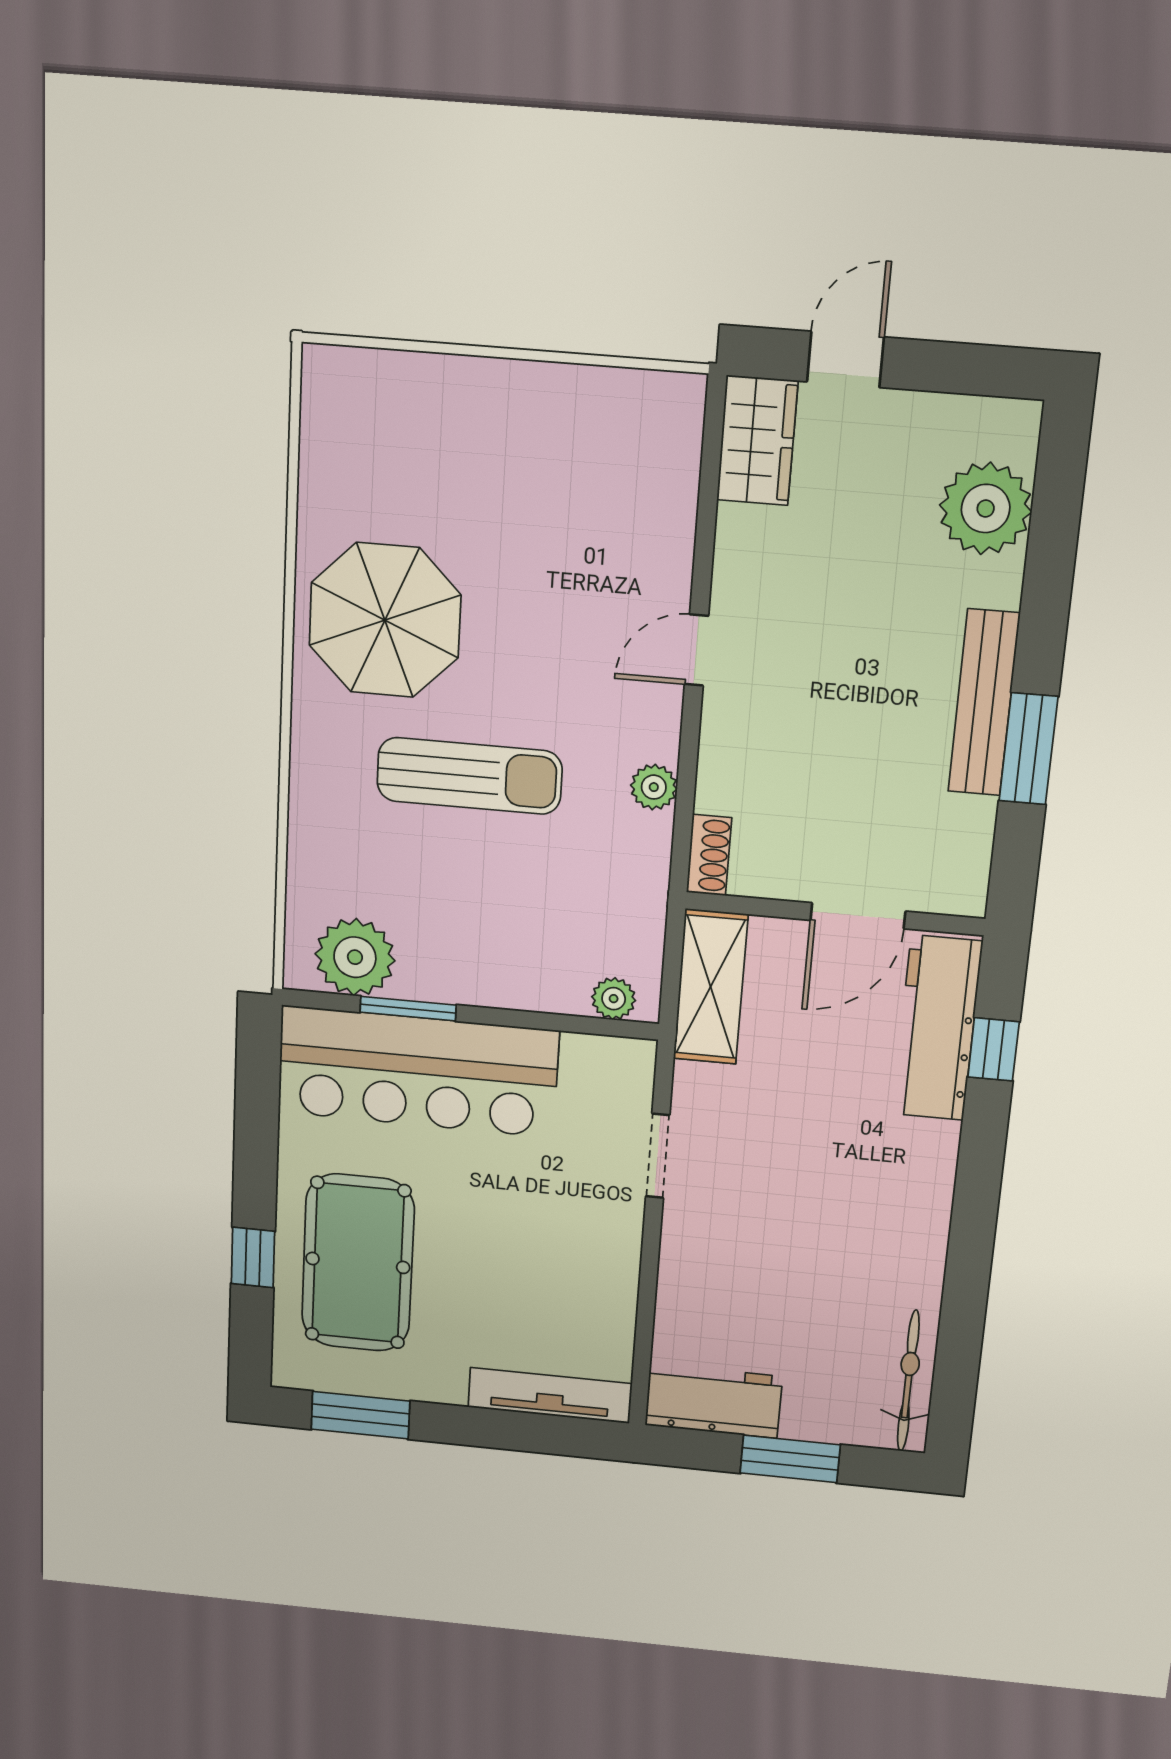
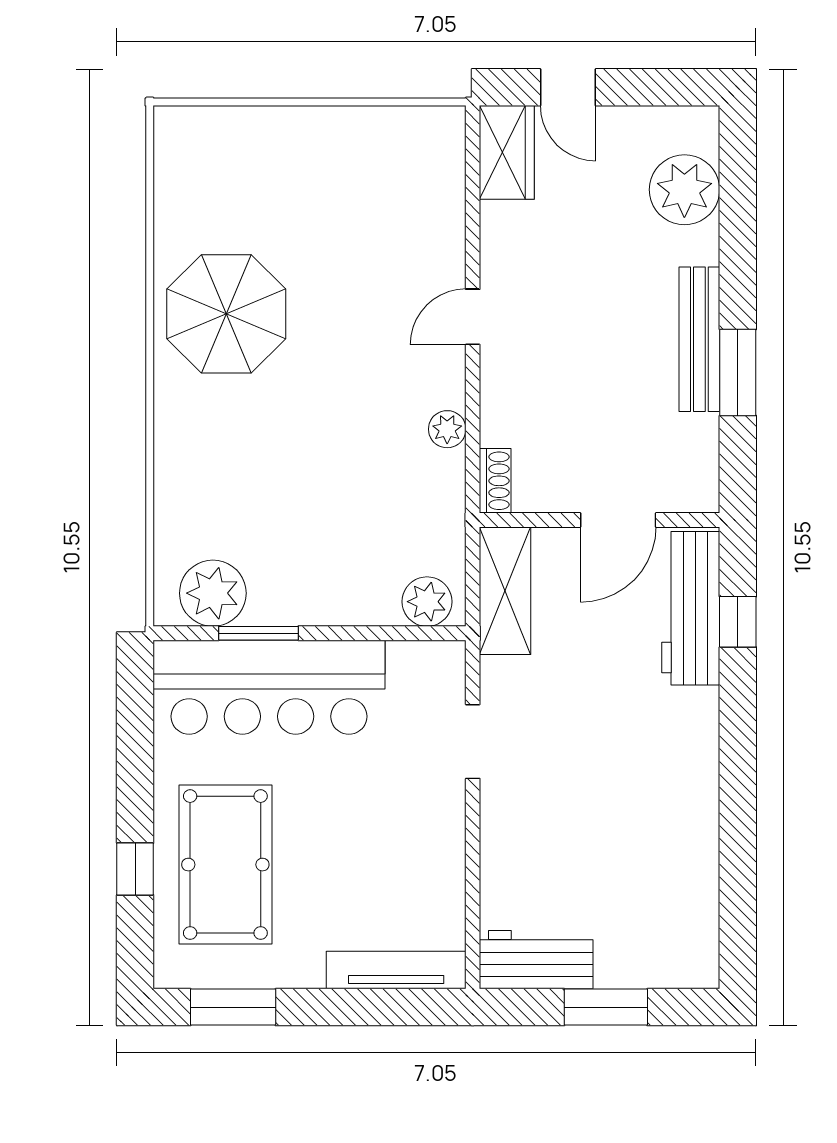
door: (845, 359) -> (568, 87), swing flipped
sun lounger: (469, 776) -> (299, 433), removed
plant: (614, 999) -> (427, 602), width x1.38, depth x1.38
bicycle: (908, 1381) -> (699, 923), removed

